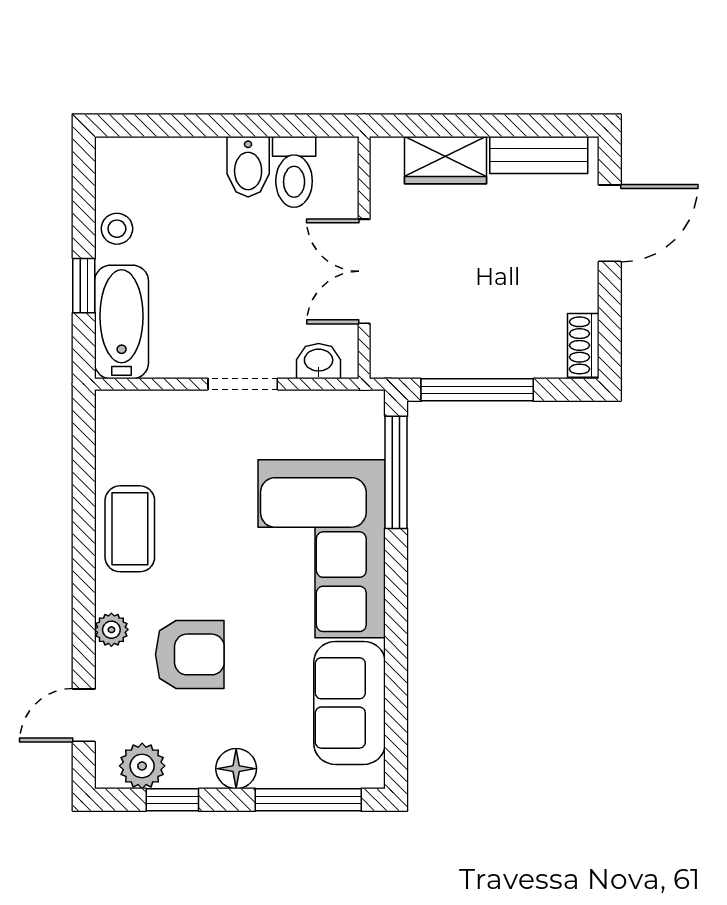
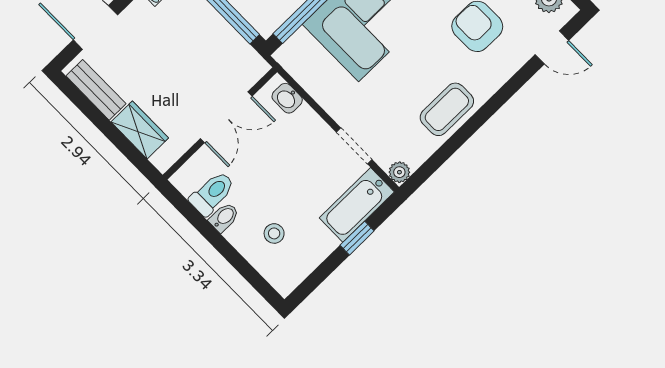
bidet: (248, 167) -> (224, 217), width x0.72, depth x0.74
stool: (117, 229) -> (274, 233), moved
doorway: (243, 384) -> (354, 146), moved
plant: (111, 630) -> (399, 172), moved

